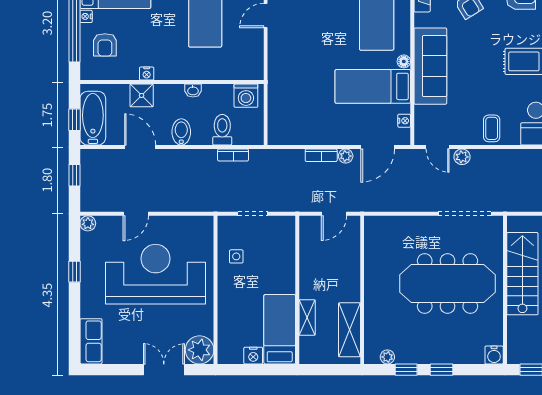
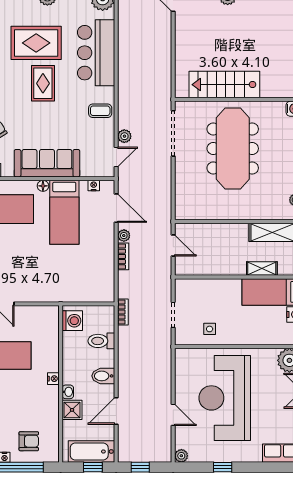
nightstand: (147, 74) -> (53, 379), moved
washbasin: (193, 91) -> (68, 392), moved
bookcase: (233, 155) -> (123, 312), moved

